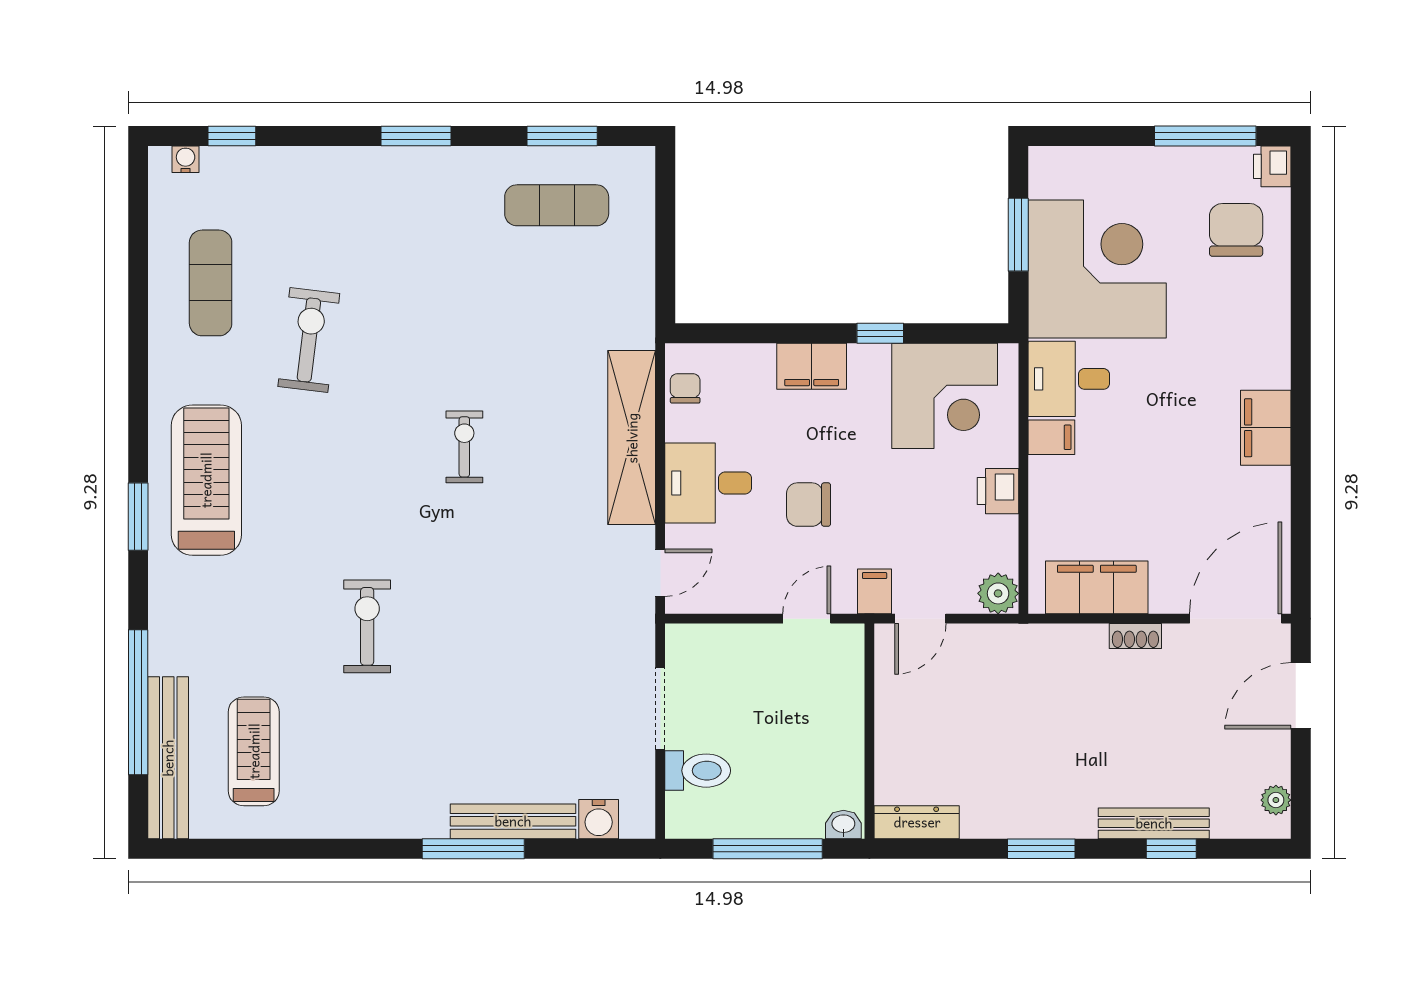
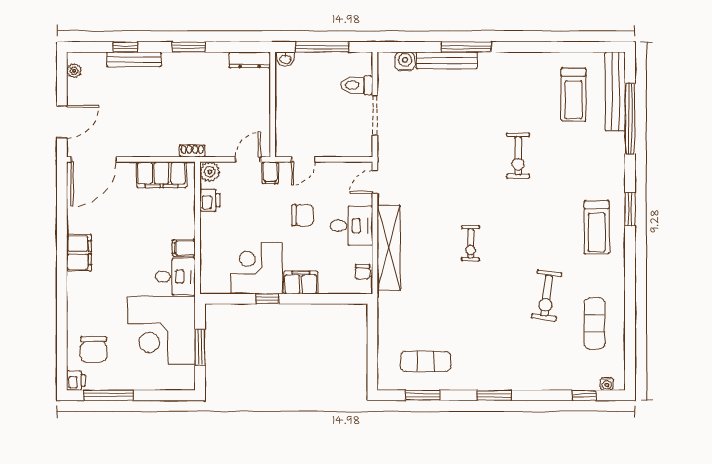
corner desk: (945, 396) -> (257, 268), moved
treadmill: (206, 480) -> (597, 227), width x0.73, depth x0.73
printer: (998, 491) -> (210, 200), moved
shoe rack: (1135, 636) -> (192, 151), moved

